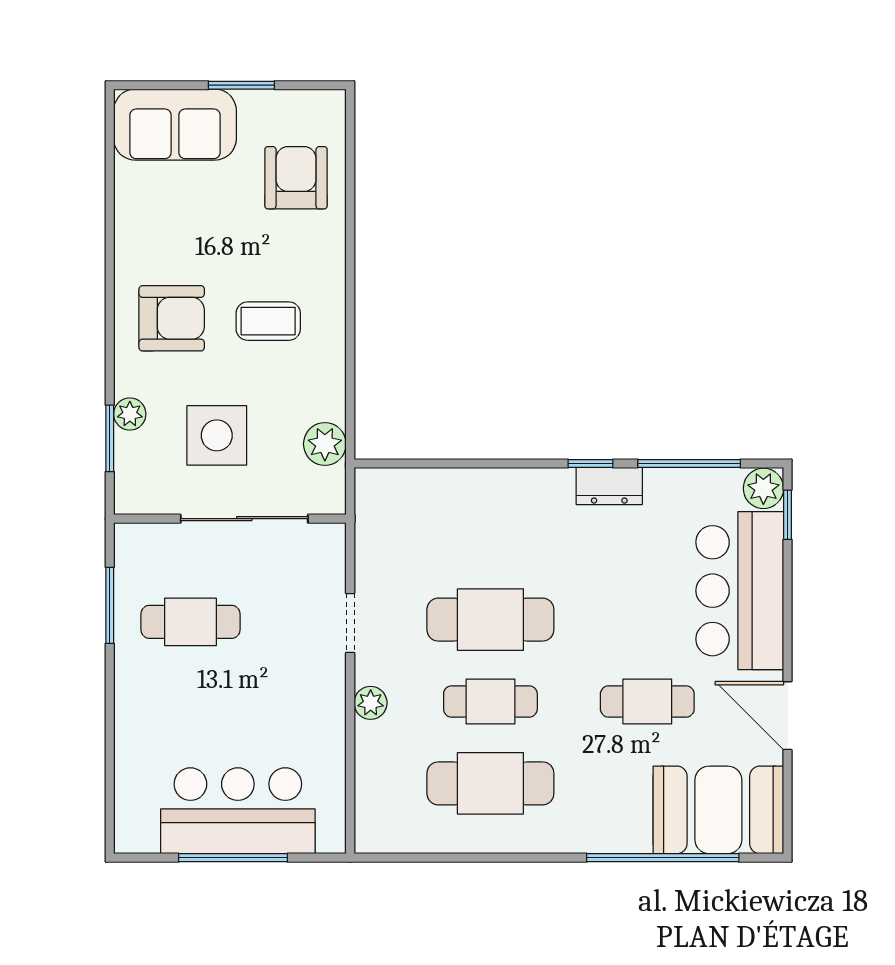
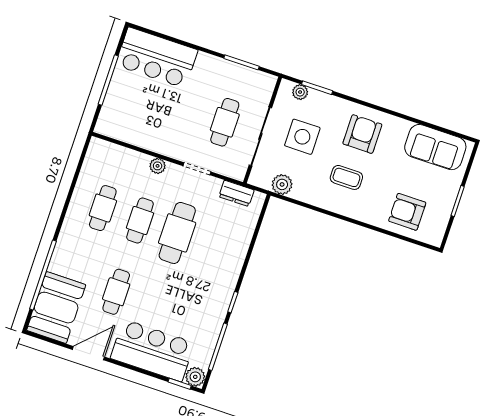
sofa: (175, 125) -> (435, 147), moved, turned -90
armchair: (296, 178) -> (407, 212), turned 180
armchair: (172, 318) -> (362, 134), turned 180
coffee table: (268, 321) -> (346, 177), turned 90
plant: (130, 414) -> (300, 92), moved
dresser: (609, 486) -> (236, 193), moved, turned -90
cafe table: (191, 622) -> (225, 122), moved
cafe table: (490, 783) -> (103, 208), width x0.73, depth x0.74
bar counter: (238, 811) -> (157, 58), moved, turned 90

